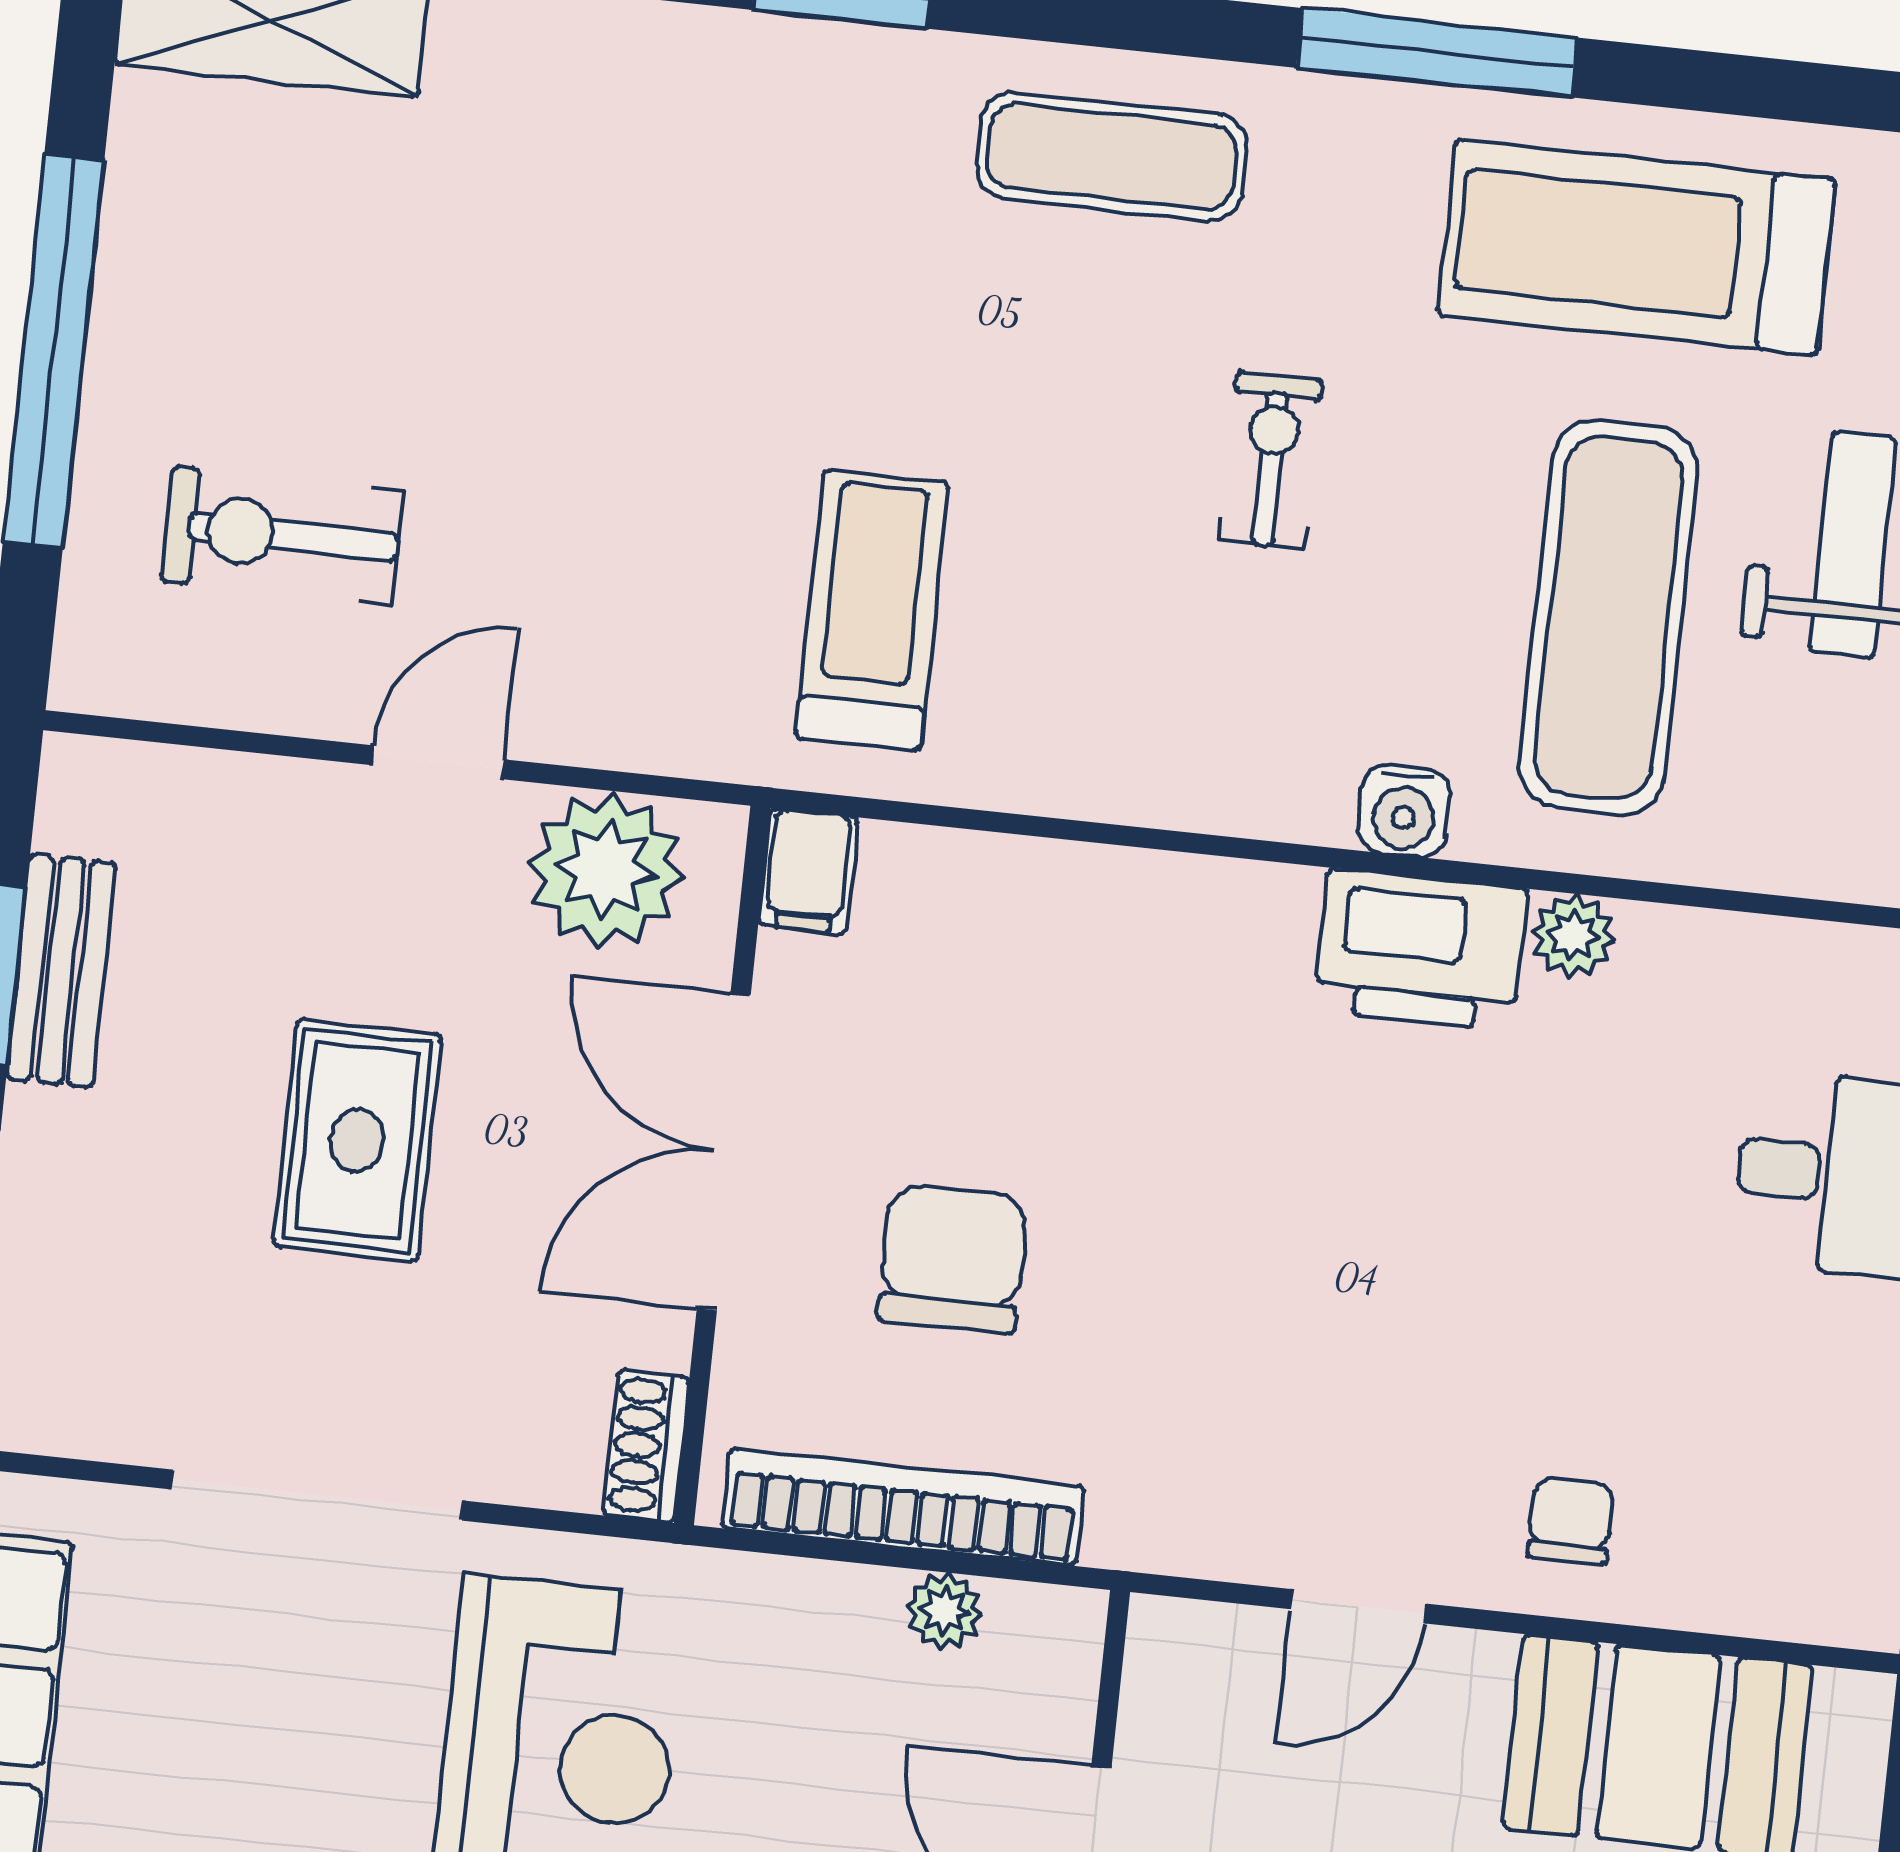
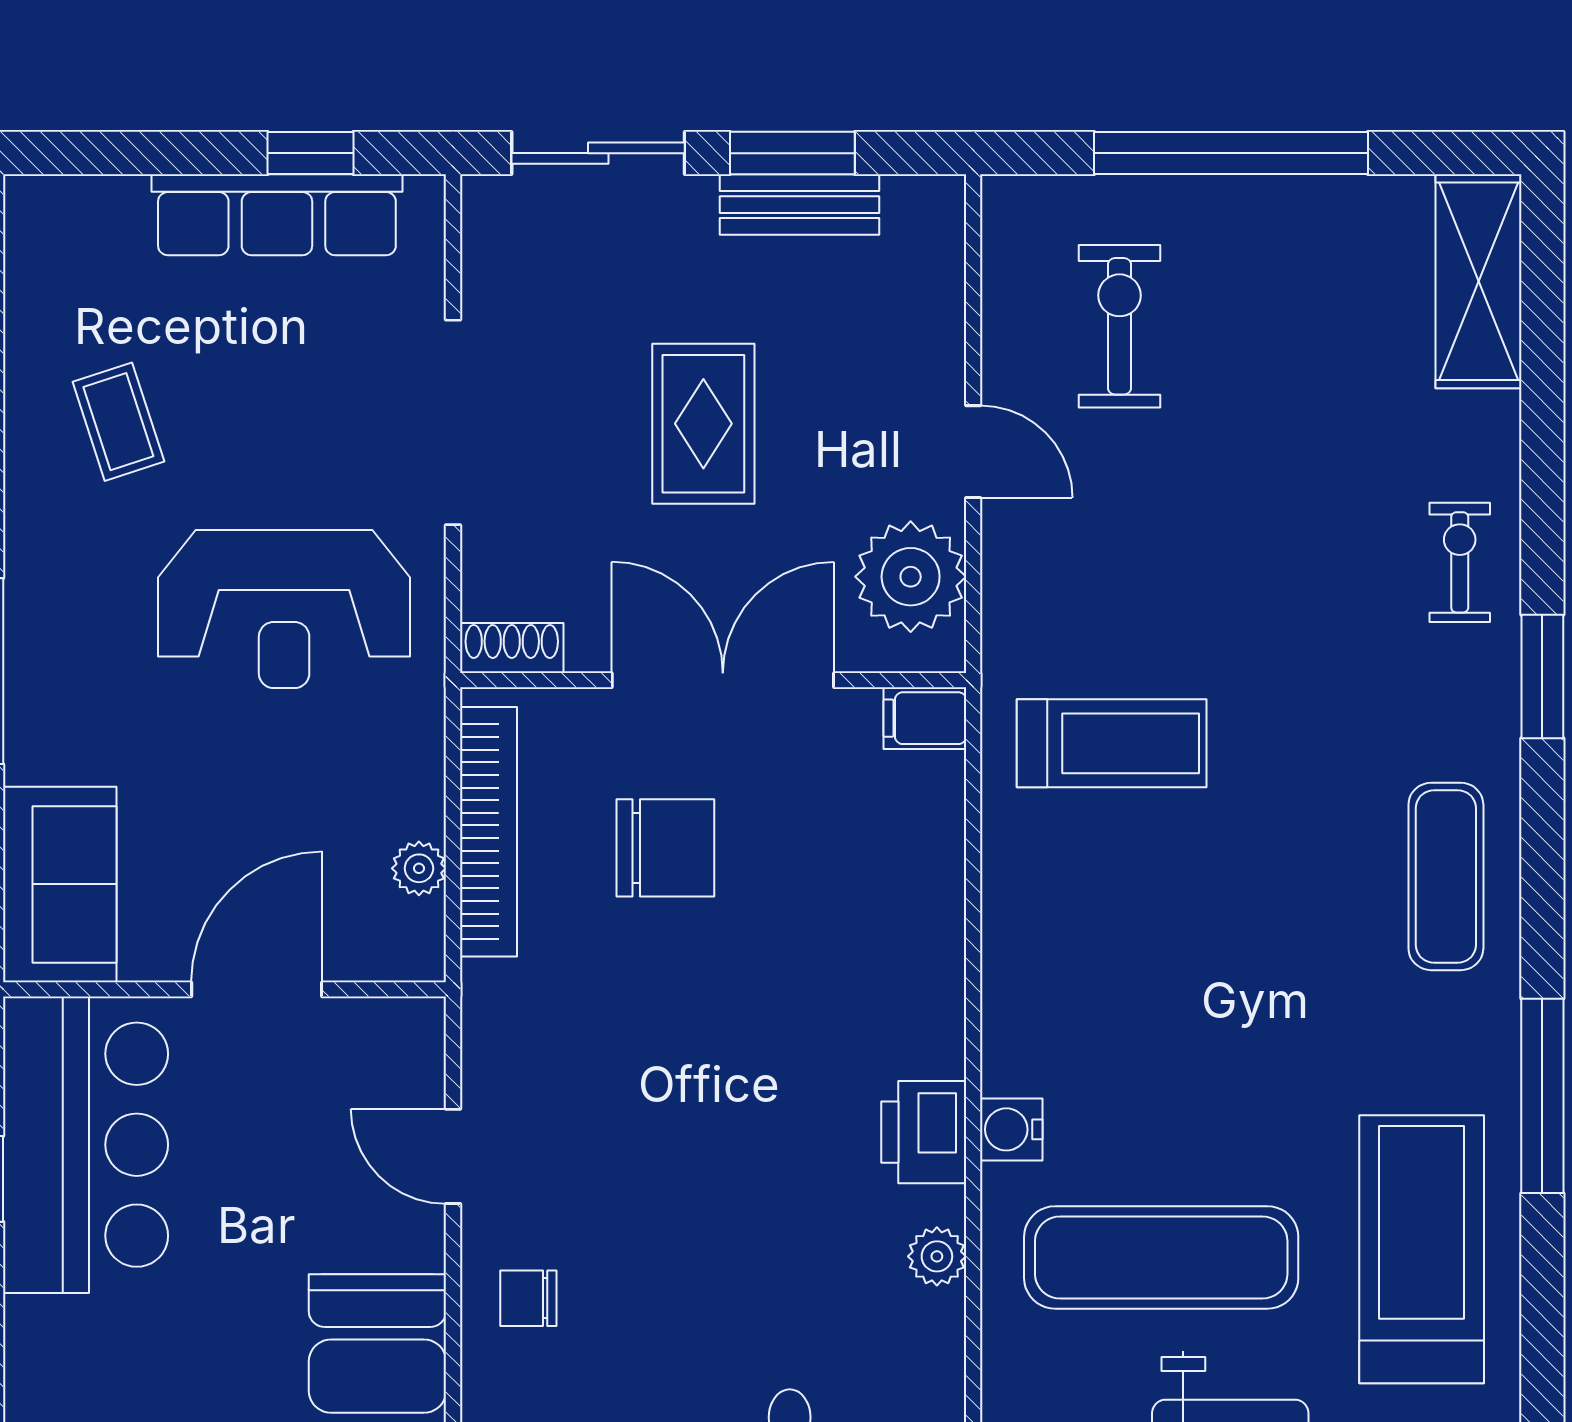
exercise bike: (1271, 460) -> (1460, 562), moved, turned -90
printer: (1421, 950) -> (924, 1132), width x0.73, depth x0.84
rug: (357, 1140) -> (703, 424), turned 90
chair: (1570, 1521) -> (528, 1298), turned 180

